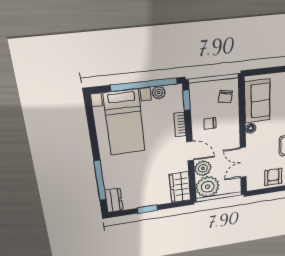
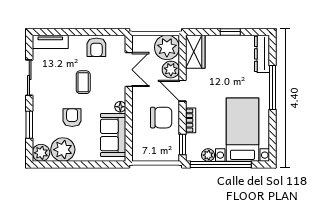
chair: (225, 97) -> (145, 143), removed
chair: (210, 123) -> (161, 118), width x1.87, depth x1.87
window: (100, 180) -> (272, 88), moved
dresser: (114, 200) -> (262, 54), width x1.44

